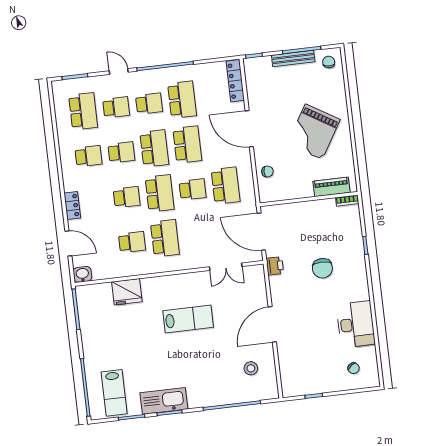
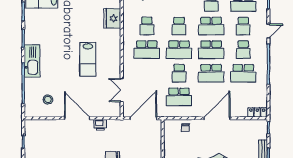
locker: (235, 81) -> (257, 112), width x0.66
school desk: (121, 152) -> (211, 26), width x1.85
printer: (275, 266) -> (100, 125), moved
kitchen sink: (164, 401) -> (32, 61), moved

